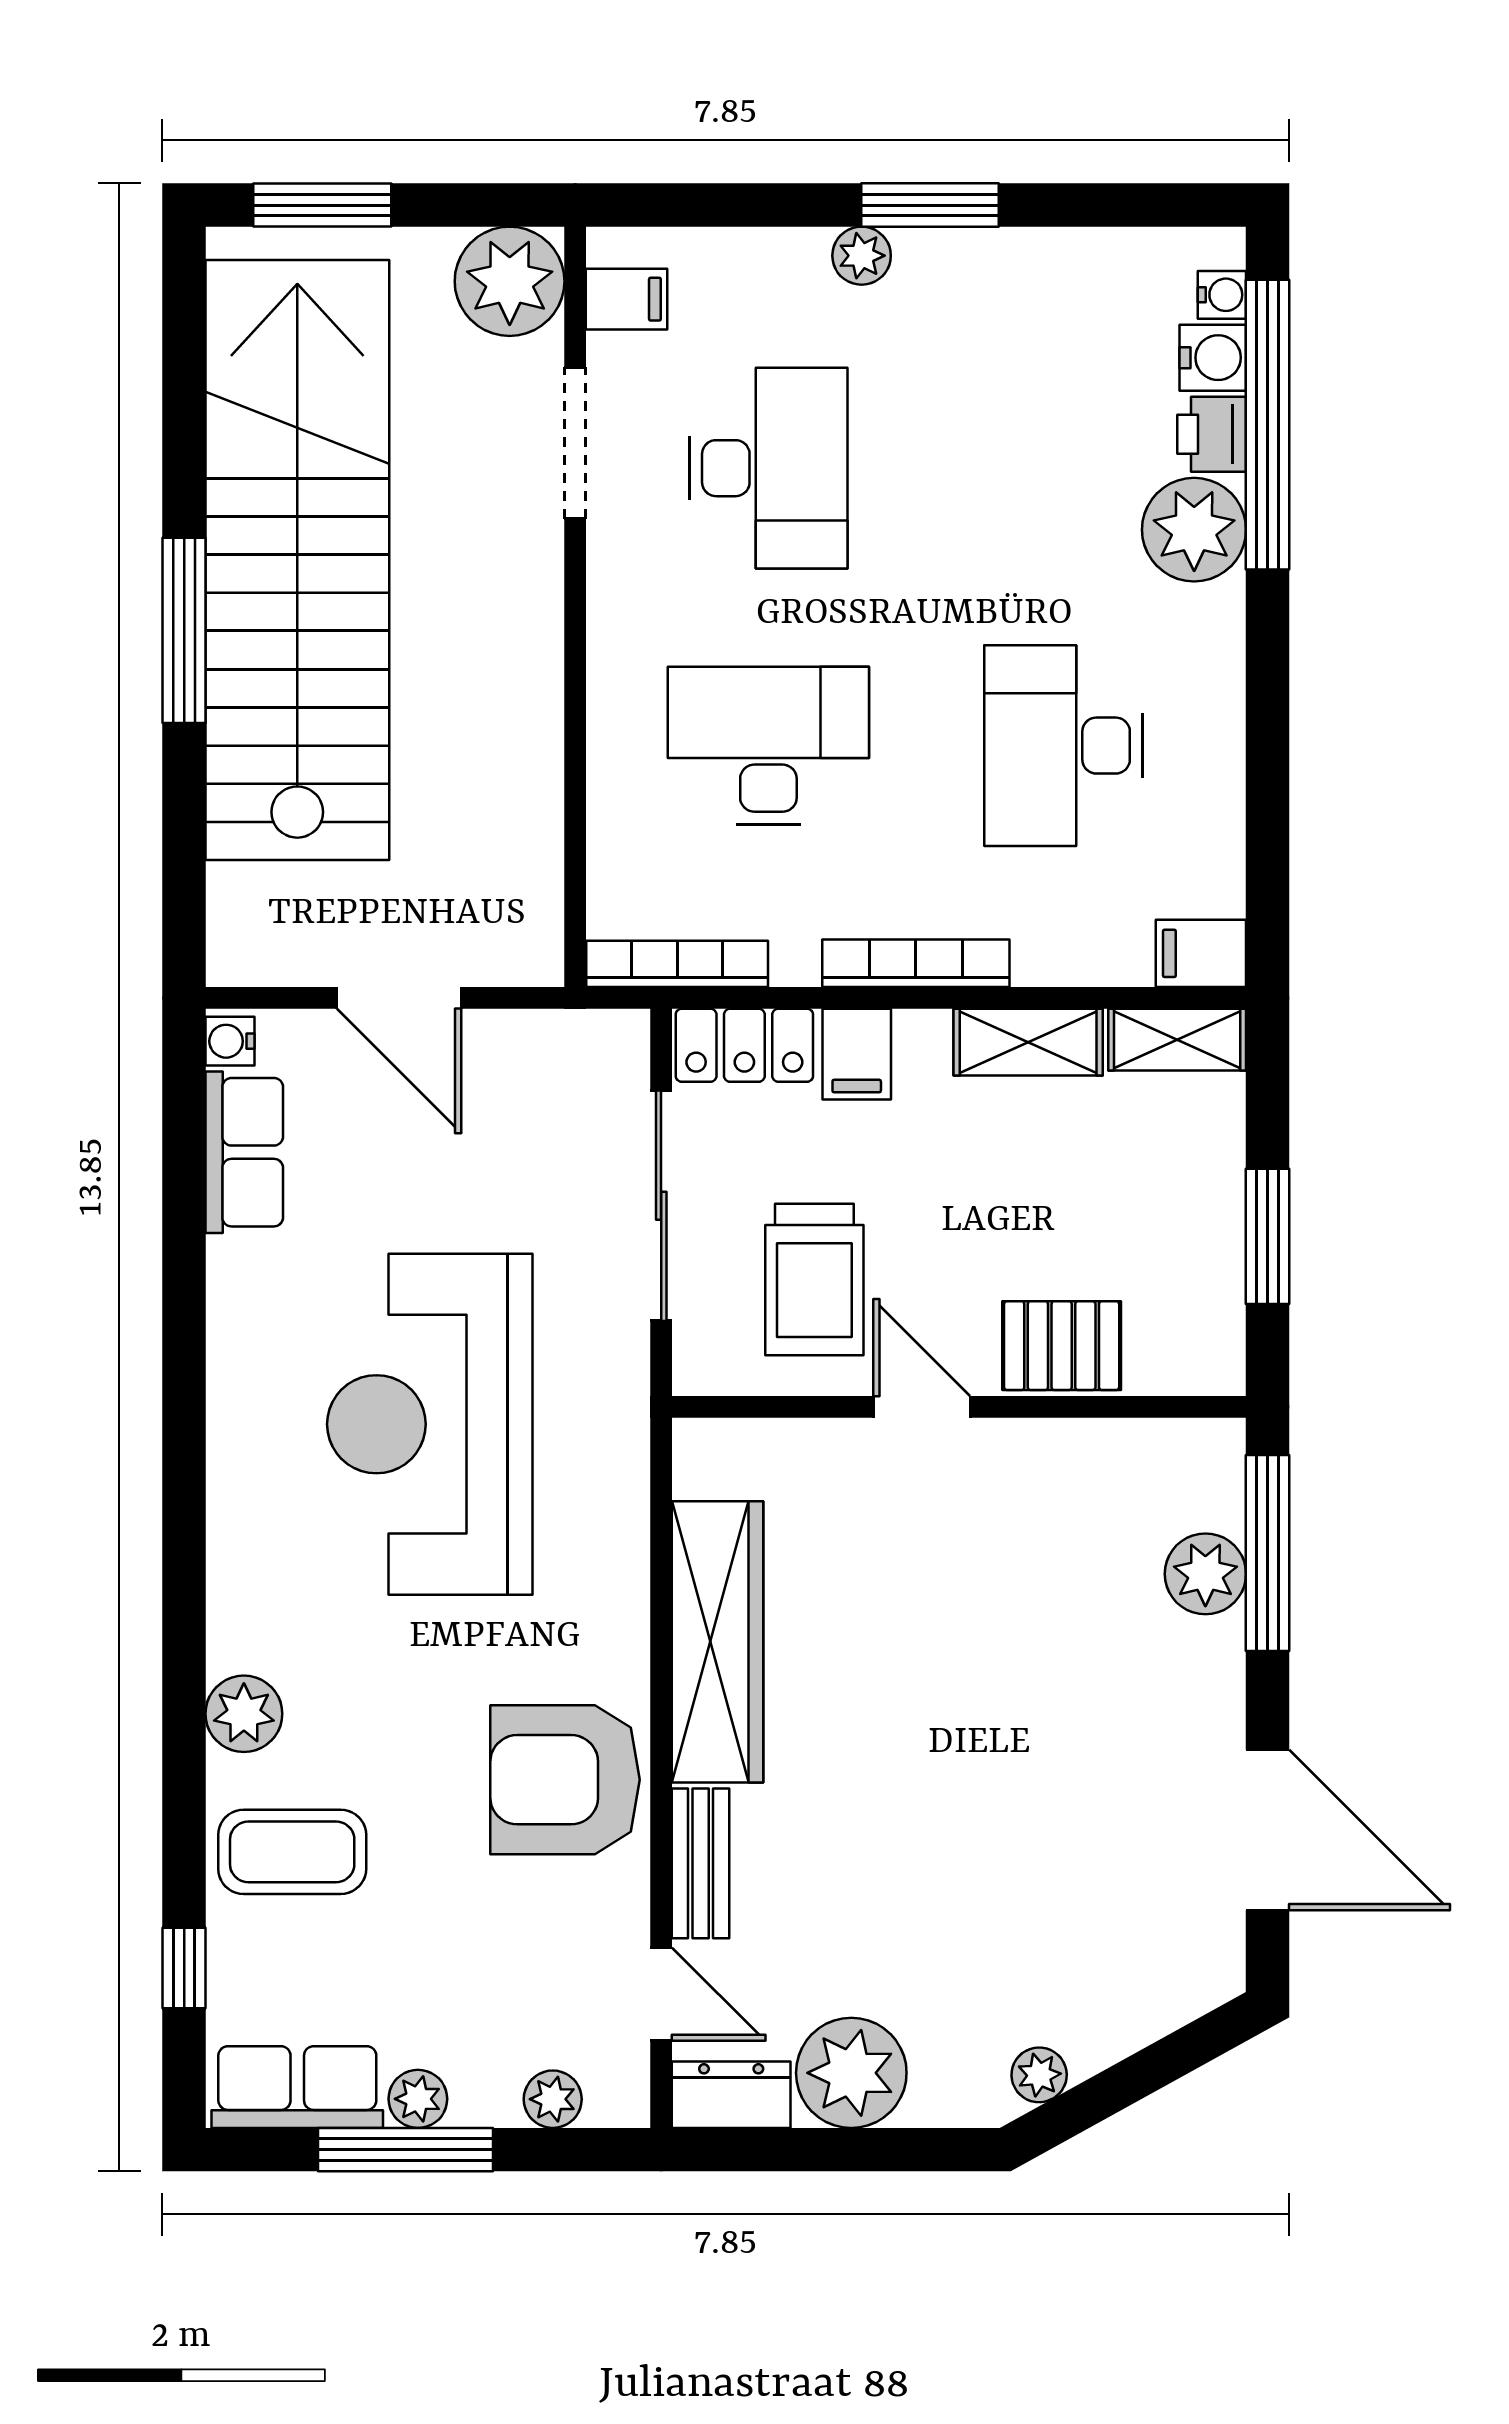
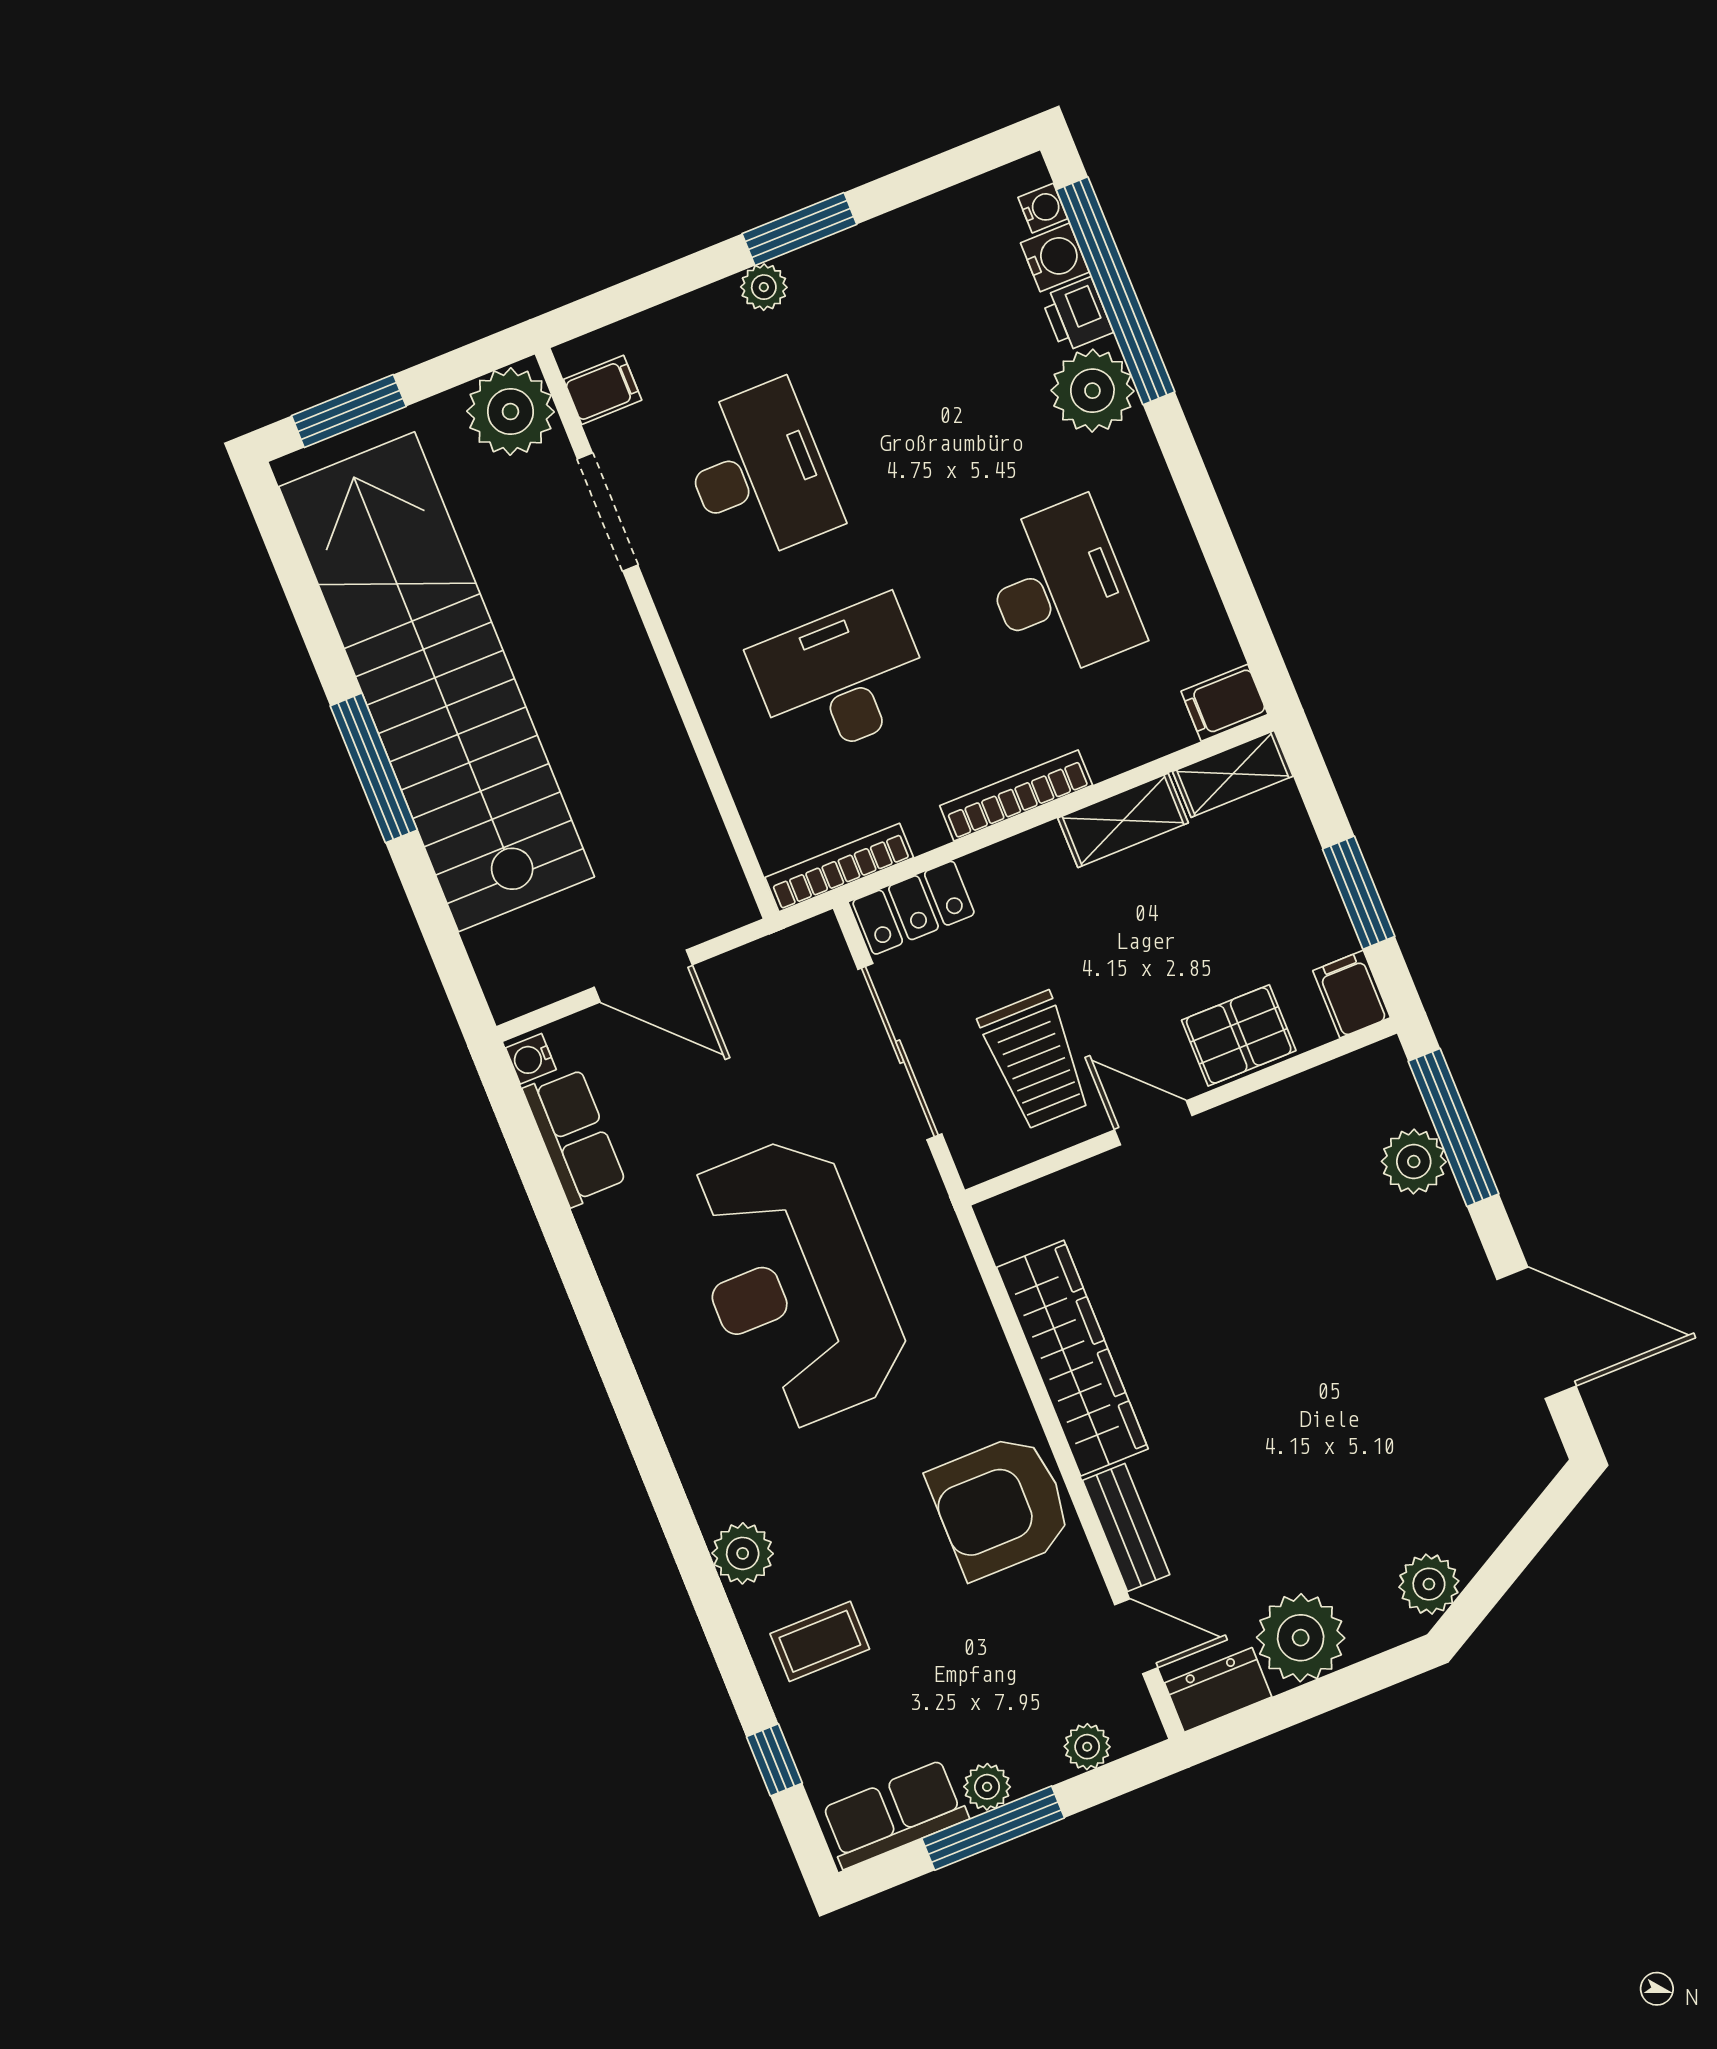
desk: (1063, 746) -> (1060, 590), turned 180
filing cabinet: (857, 1054) -> (1352, 994), moved, turned 180
coffee table: (292, 1852) -> (820, 1641), width x0.73, depth x0.77
plant: (1039, 2075) -> (1429, 1584), width x1.38, depth x1.38

